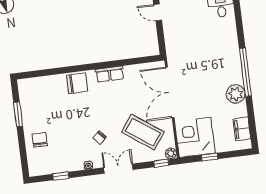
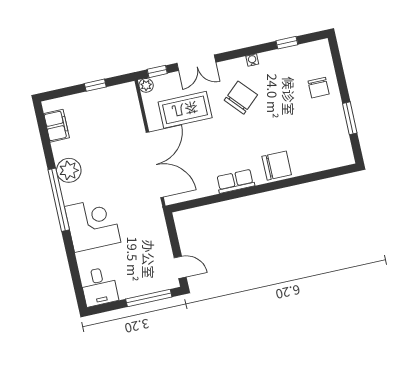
chair: (77, 83) -> (277, 166), turned 180
coffee table: (143, 132) -> (185, 110), turned -36
corner desk: (195, 137) -> (93, 224), moved, turned -90
chair: (99, 138) -> (241, 98), width x1.87, depth x1.87
double door: (118, 169) -> (196, 63), moved

